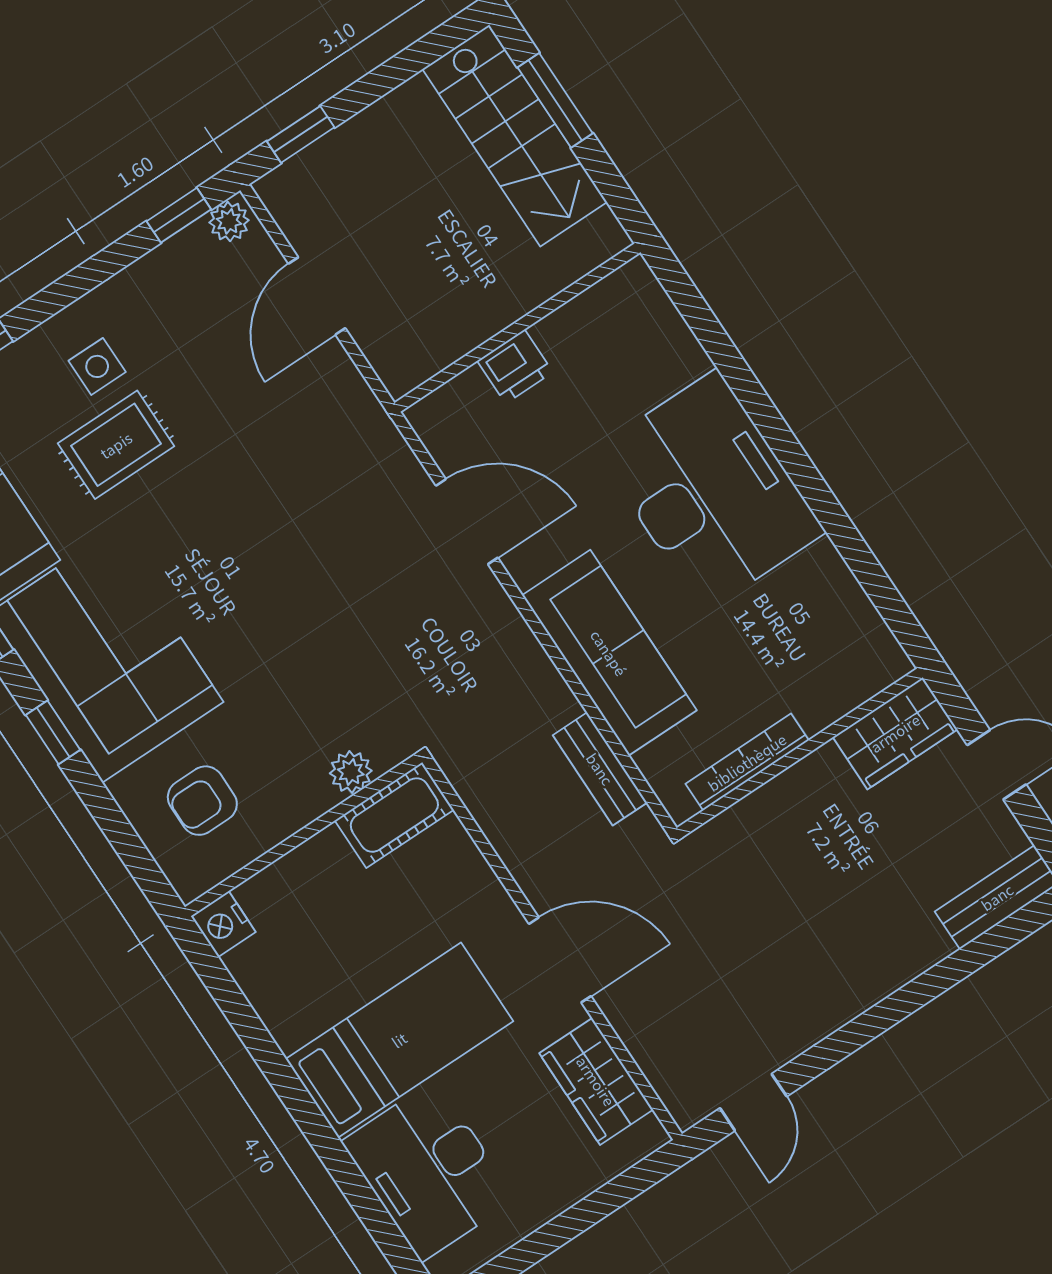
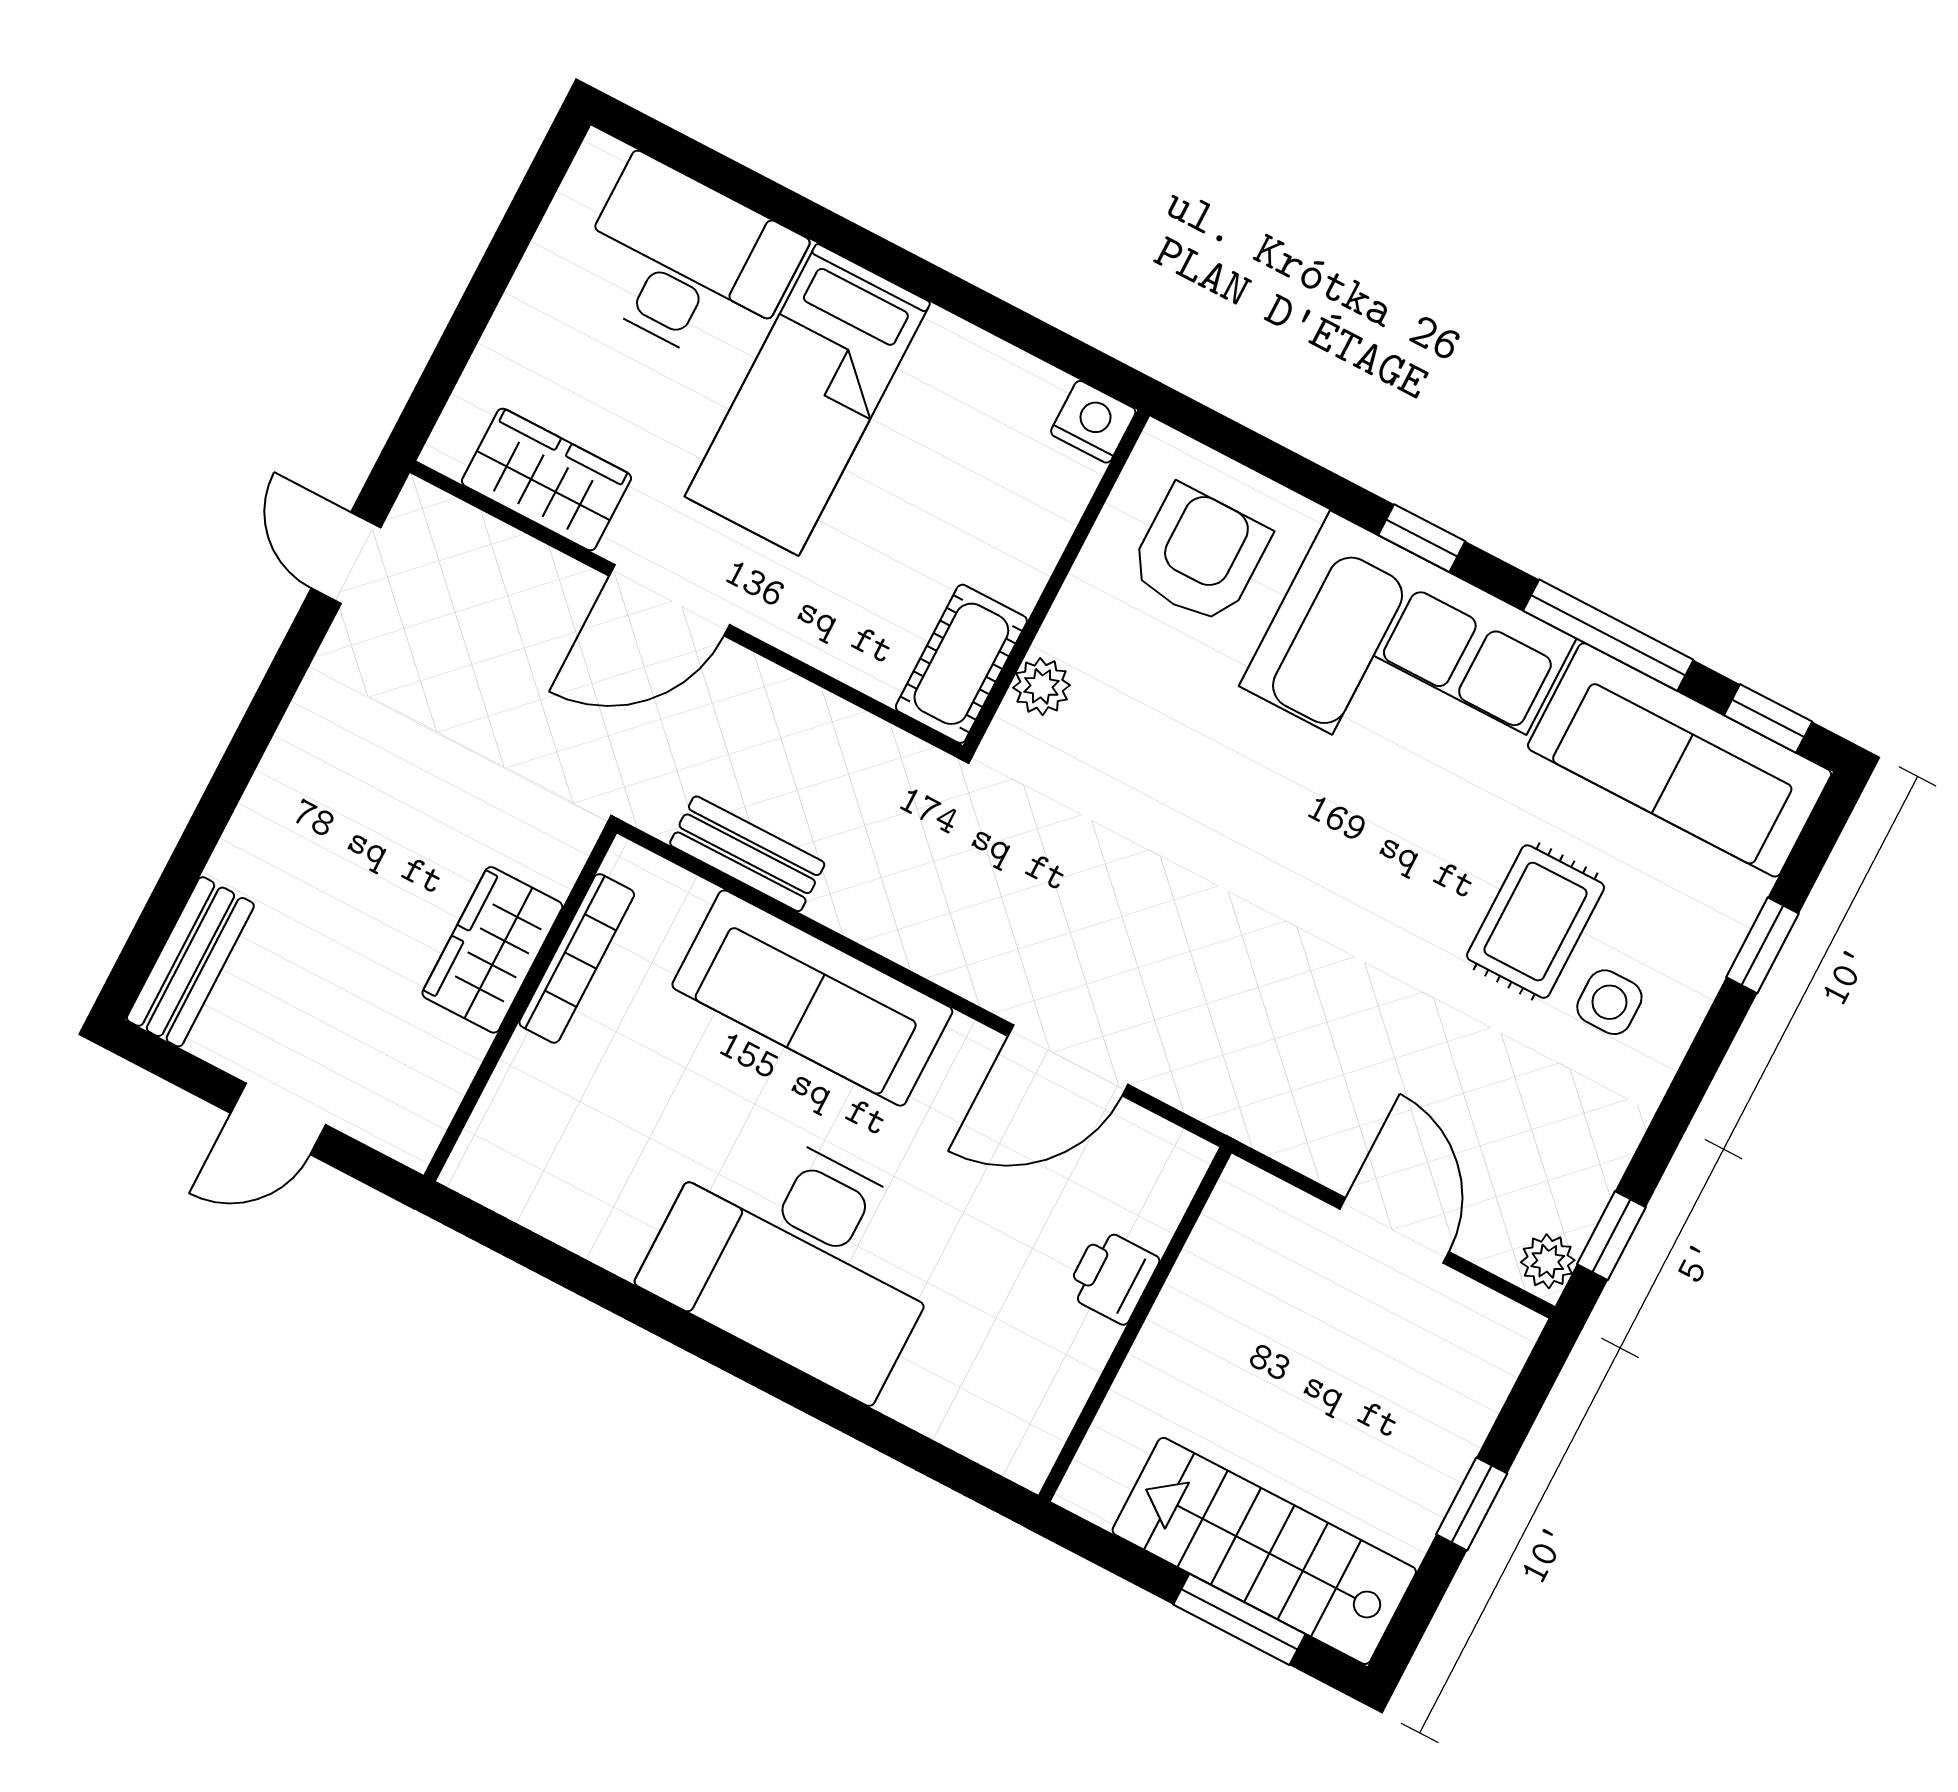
window: (301, 134) -> (1472, 1504), moved
wardrobe: (895, 733) -> (492, 950), moved
armchair: (202, 801) -> (1199, 555), width x1.38, depth x1.38

